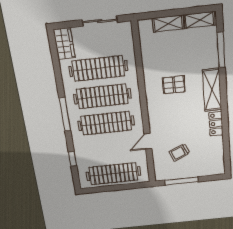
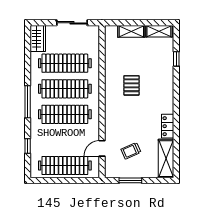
window: (221, 50) -> (176, 59), width x0.46
pallet: (174, 85) -> (131, 85), turned 90
shelving: (212, 90) -> (166, 159), moved
door: (148, 141) -> (102, 148), moved
window: (181, 181) -> (130, 180), width x0.69

